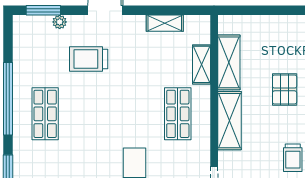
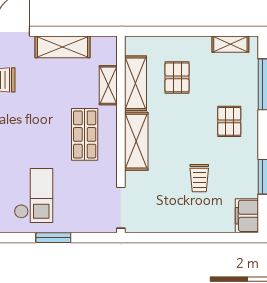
shelving: (165, 23) -> (63, 47), width x1.50, depth x1.33
pallet: (285, 89) -> (177, 77), moved

